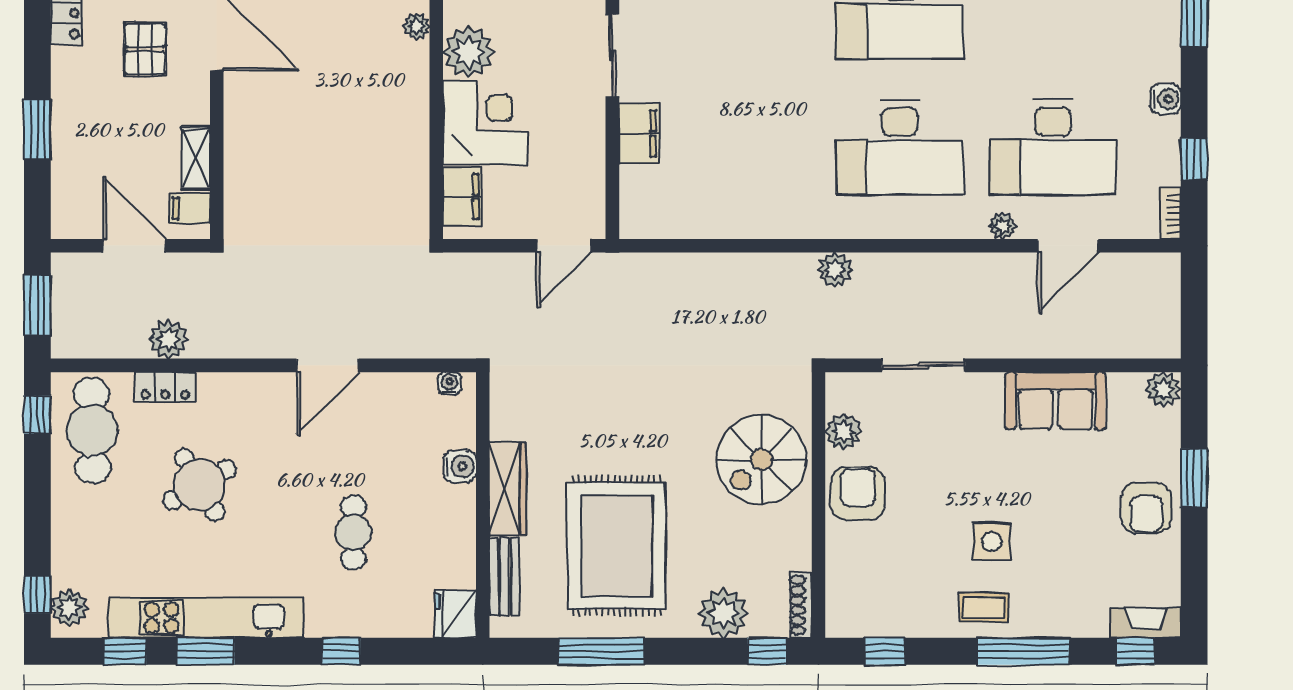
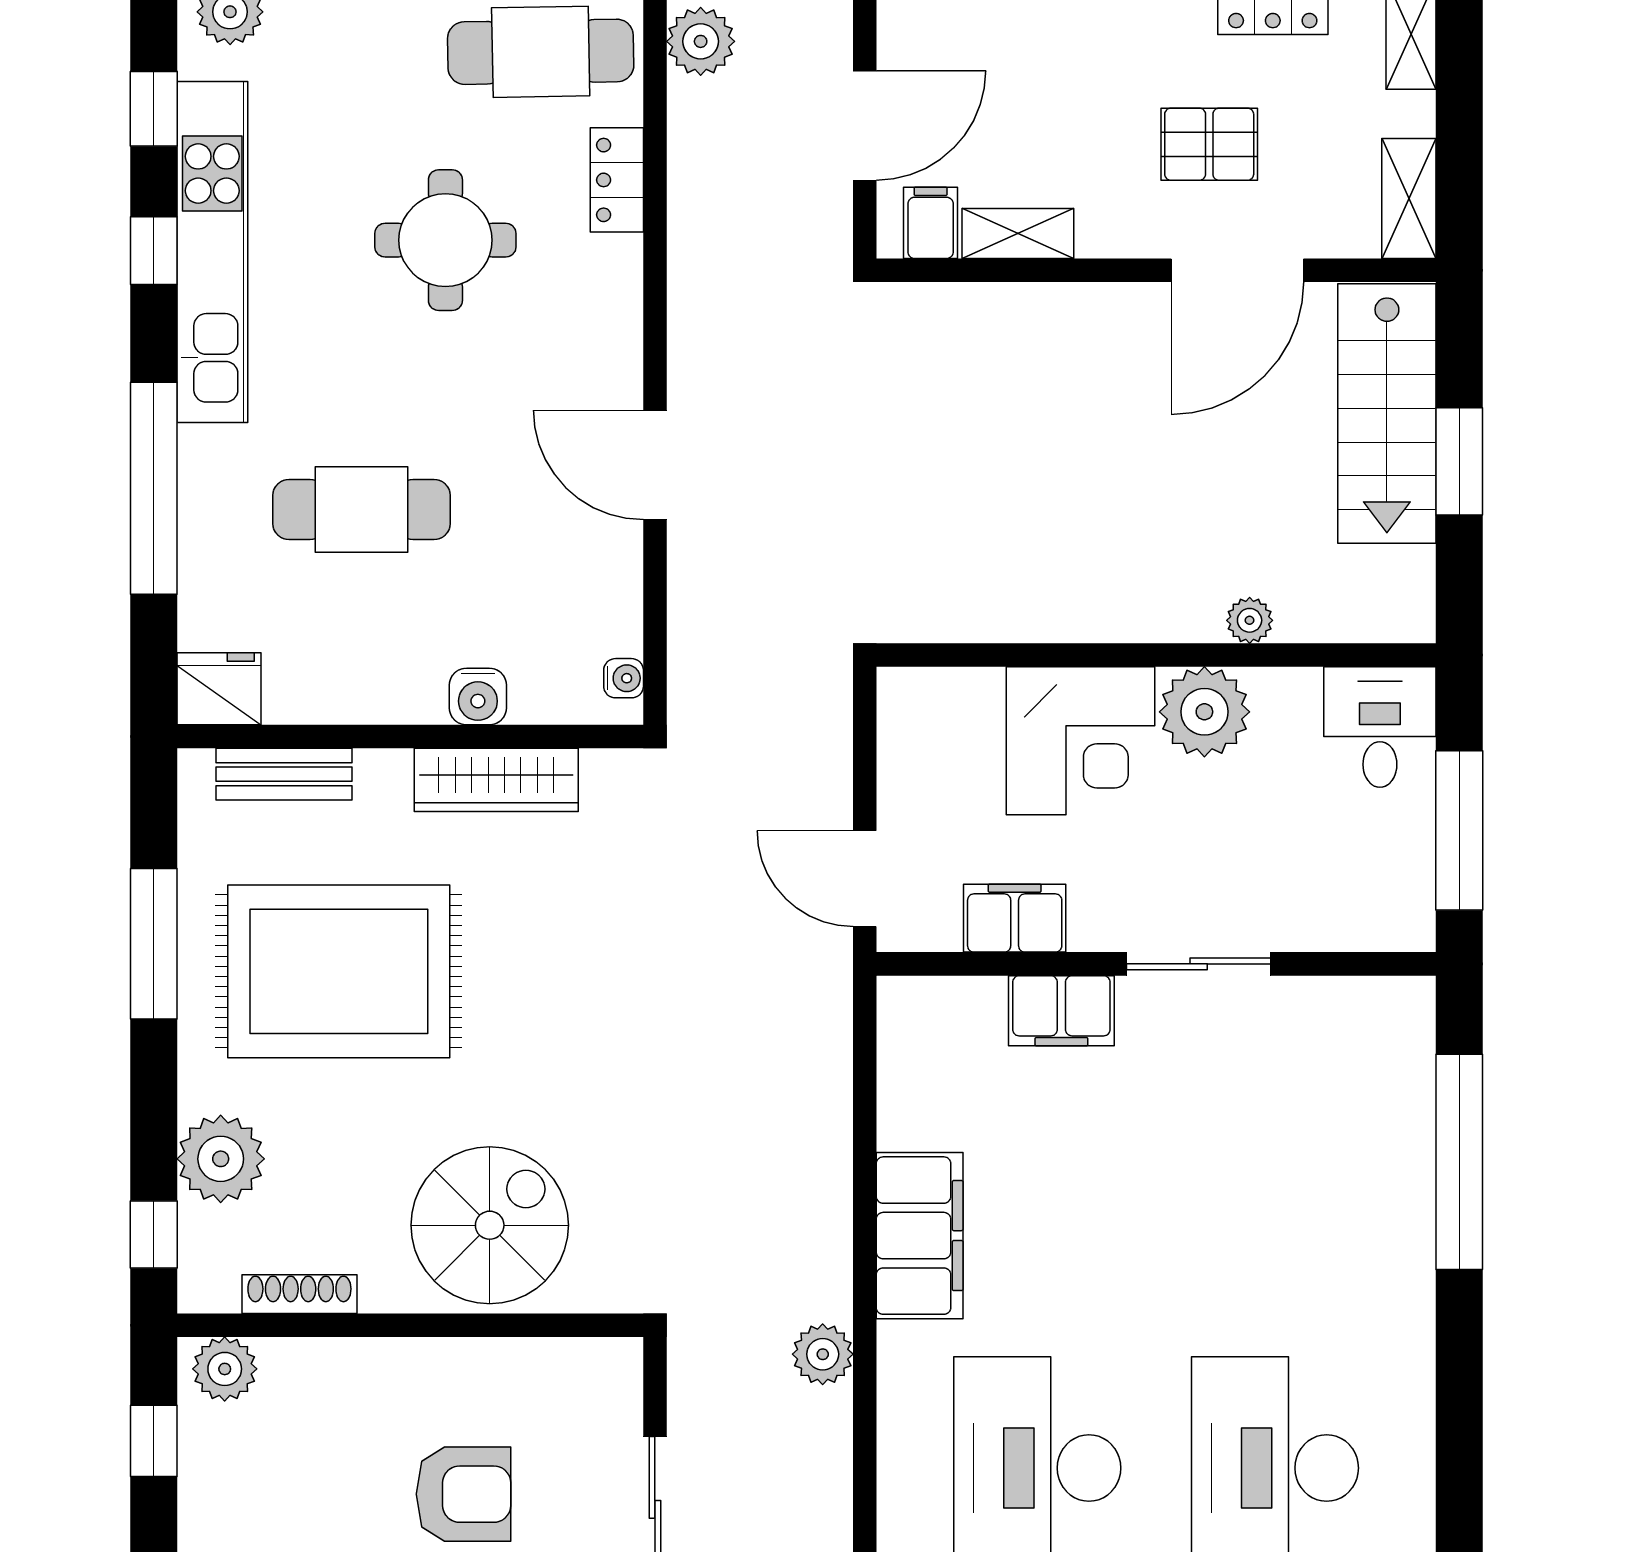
filing cabinet: (462, 197) -> (1015, 918), moved, turned 180
filing cabinet: (767, 214) -> (920, 1236), added
plant: (169, 339) -> (701, 41), moved
plant: (843, 432) -> (225, 1369), moved
spiral stairs: (761, 460) -> (490, 1225), turned 90
round table: (200, 485) -> (445, 240), turned 30
wardrobe: (507, 489) -> (496, 780), moved
armchair: (858, 494) -> (464, 1494), moved
cafe table: (353, 533) -> (362, 509), width x1.37, depth x1.35
shoe rack: (801, 605) -> (299, 1294), moved
window: (206, 651) -> (154, 251), width x0.67
window: (341, 651) -> (154, 488), width x3.17

